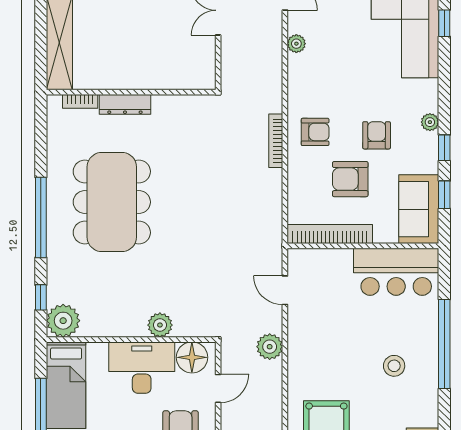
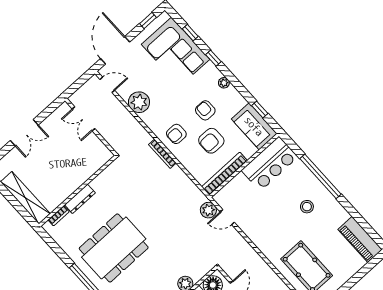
plant: (296, 44) -> (139, 102), width x1.87, depth x1.87
armchair: (315, 132) -> (176, 134), turned 180
window: (444, 148) -> (213, 58), moved
dining table: (112, 202) -> (114, 248), turned 90
plant: (270, 347) -> (208, 210), moved

